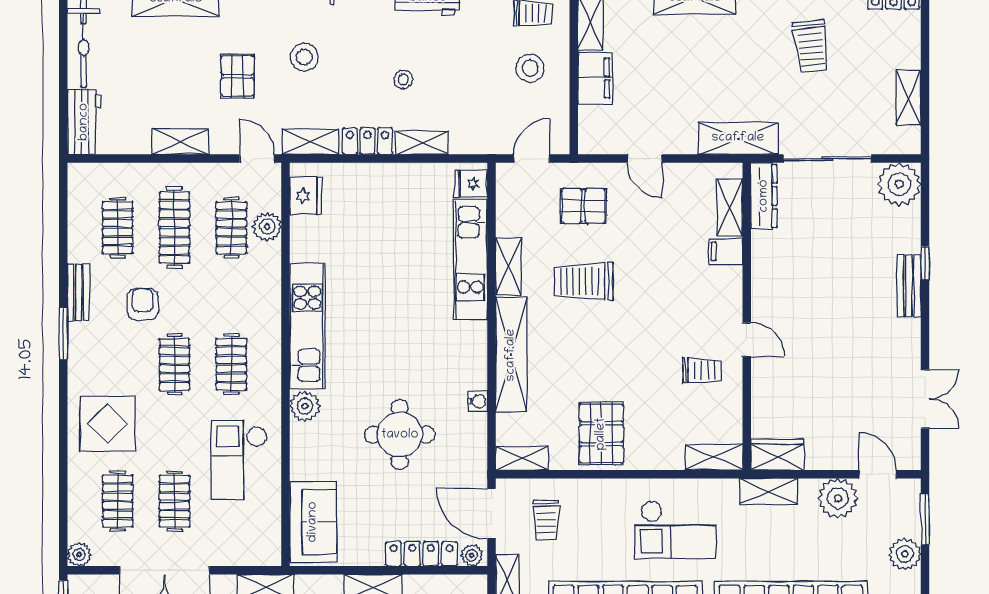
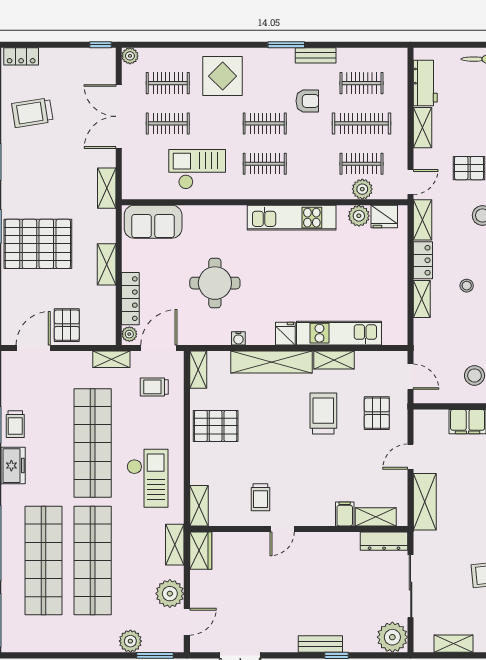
workbench: (84, 122) -> (425, 83), moved, turned -90
shelving: (738, 138) -> (425, 502), moved
fridge: (471, 184) -> (285, 334), moved
plant: (305, 406) -> (359, 216), moved
checkout: (675, 530) -> (147, 478), turned 180

